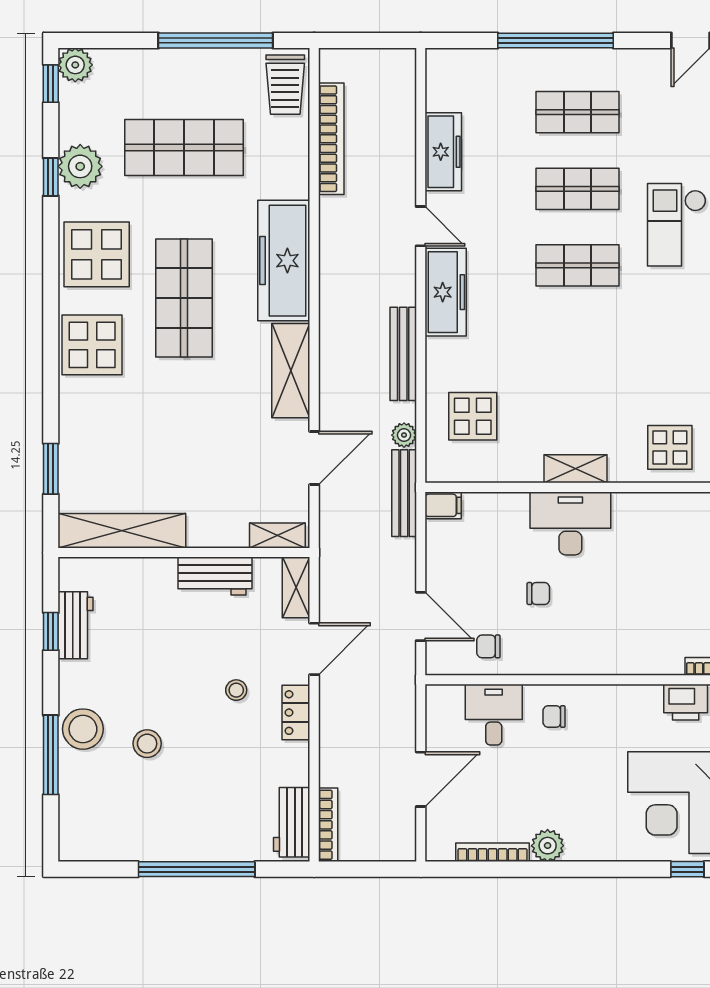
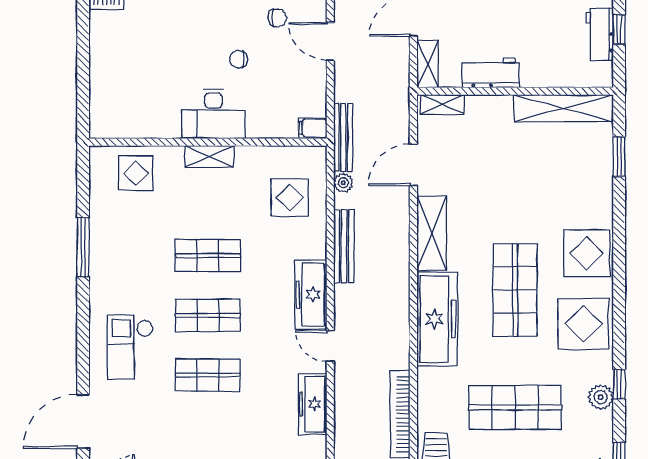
shop shelf: (578, 112) -> (208, 255), moved
plant: (80, 166) -> (601, 397), width x0.73, depth x0.73
checkout: (677, 225) -> (130, 347), turned 180

